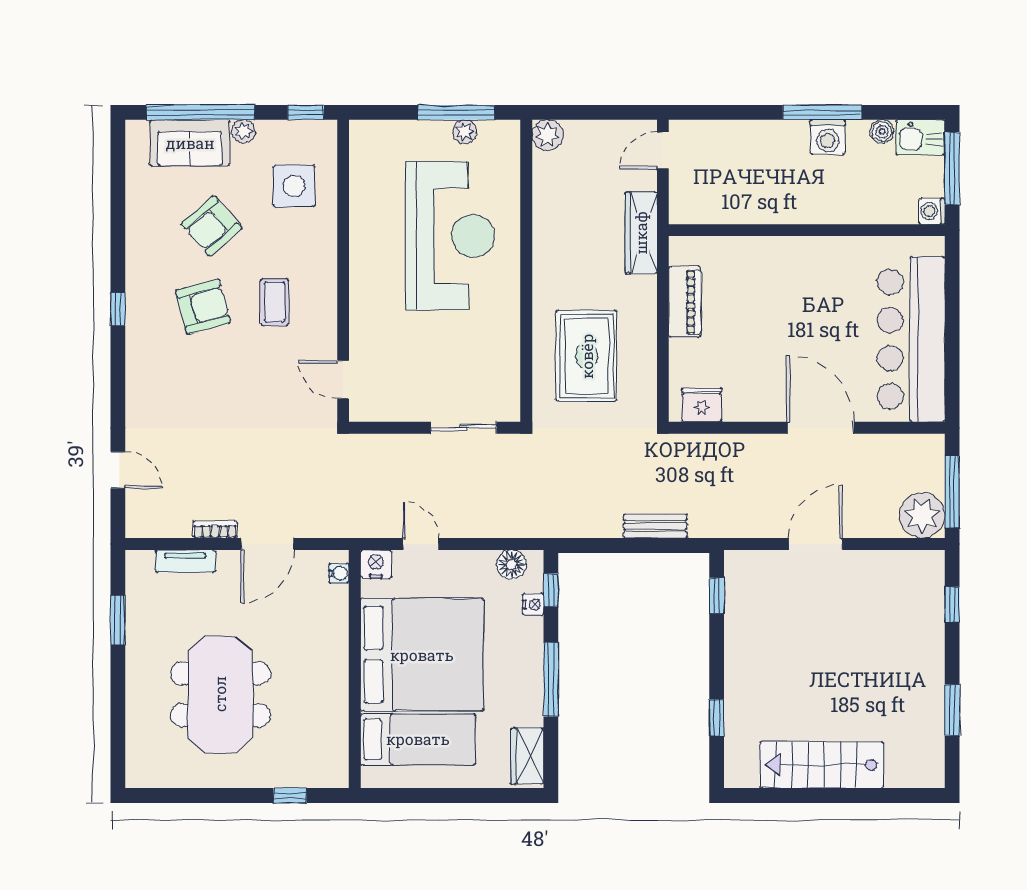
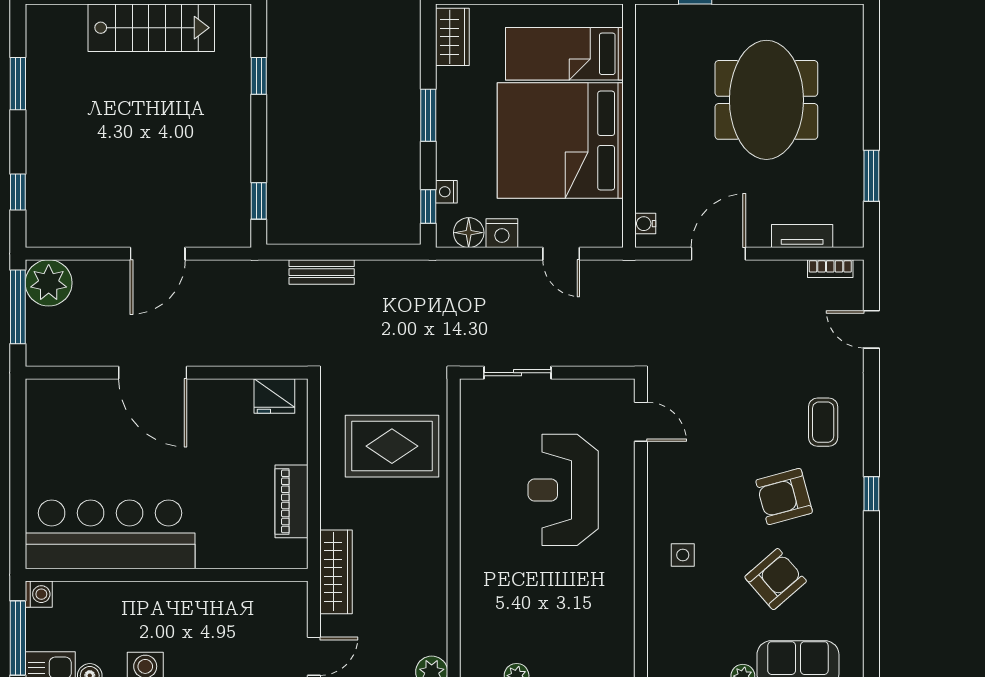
side table: (294, 186) -> (683, 555), moved, width x0.54, depth x0.54
reception desk: (450, 236) -> (563, 490), moved, width x0.74, depth x0.77
coffee table: (275, 302) -> (823, 422), moved
bar counter: (911, 339) -> (110, 534), moved, turned -90
rug: (587, 356) -> (392, 446), turned 90
bookcase: (215, 529) -> (830, 269), moved
nightstand: (376, 564) -> (502, 233), moved
window: (551, 679) -> (428, 115), width x0.69

